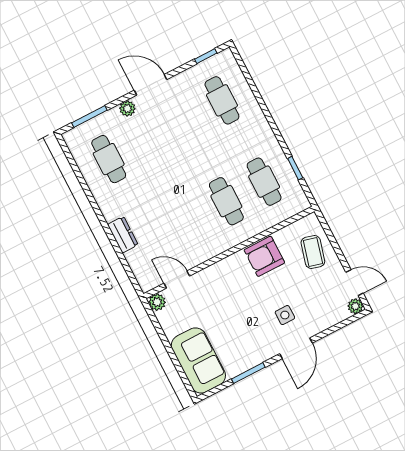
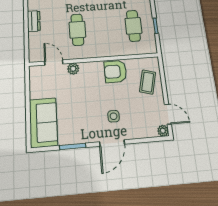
cafe table: (226, 201) -> (77, 30), moved
plant: (157, 302) -> (73, 69), moved

